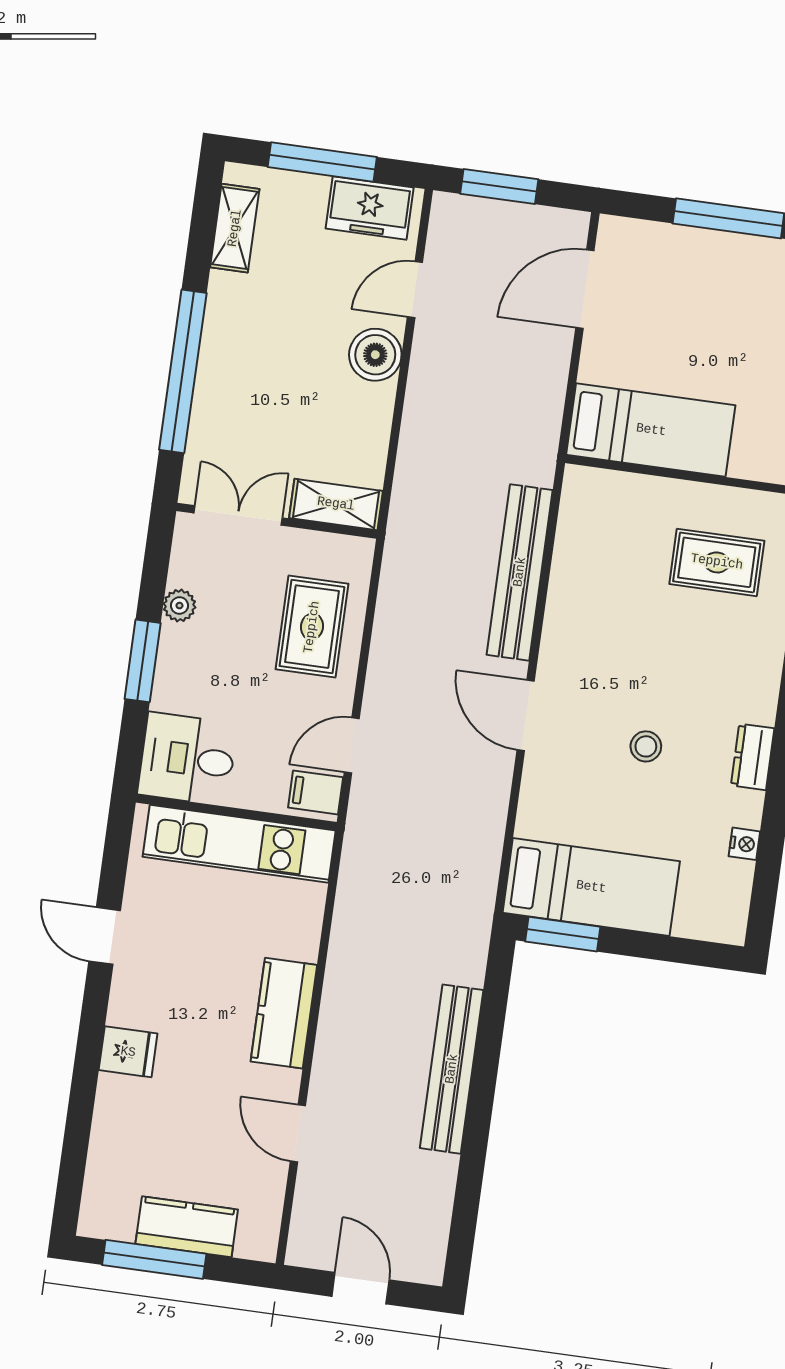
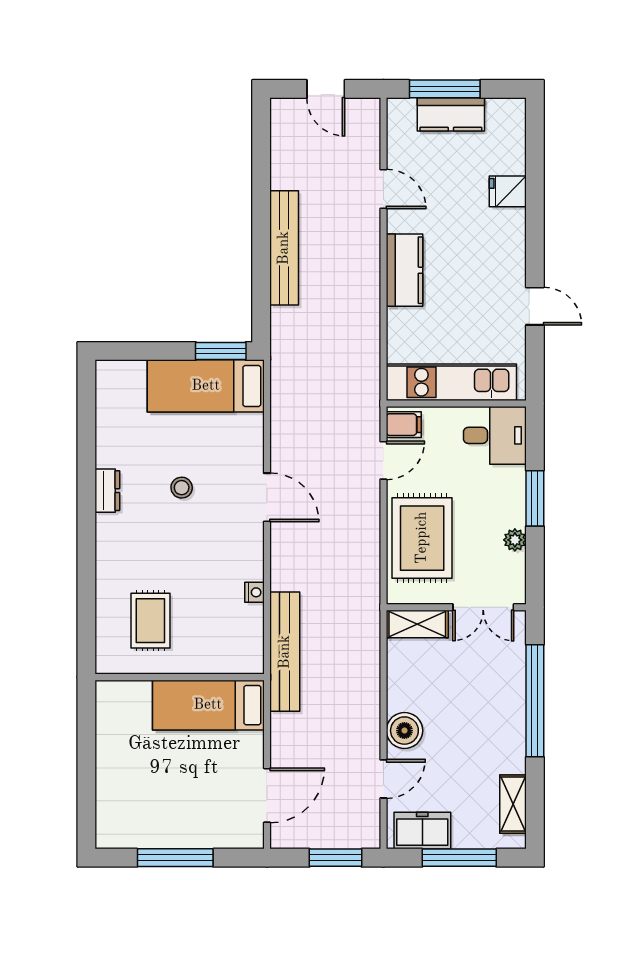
rug: (717, 562) -> (150, 621), turned 90
bench: (520, 572) -> (285, 652), moved
rug: (312, 627) -> (422, 538), width x1.36, depth x1.43
nightstand: (744, 844) -> (255, 592), moved, turned 180
fridge: (128, 1052) -> (508, 191), moved
window: (154, 1259) -> (445, 89), moved

